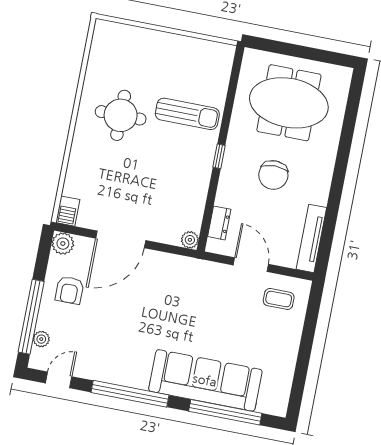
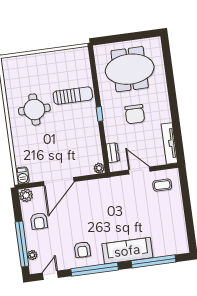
armchair: (122, 357) -> (82, 250), added
sofa: (205, 380) -> (127, 251), width x0.74, depth x0.79

